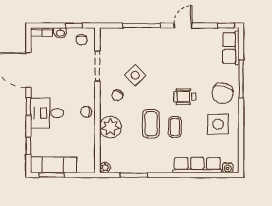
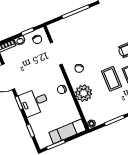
side table: (135, 75) -> (86, 49), removed
exam couch: (54, 165) -> (67, 131), moved

